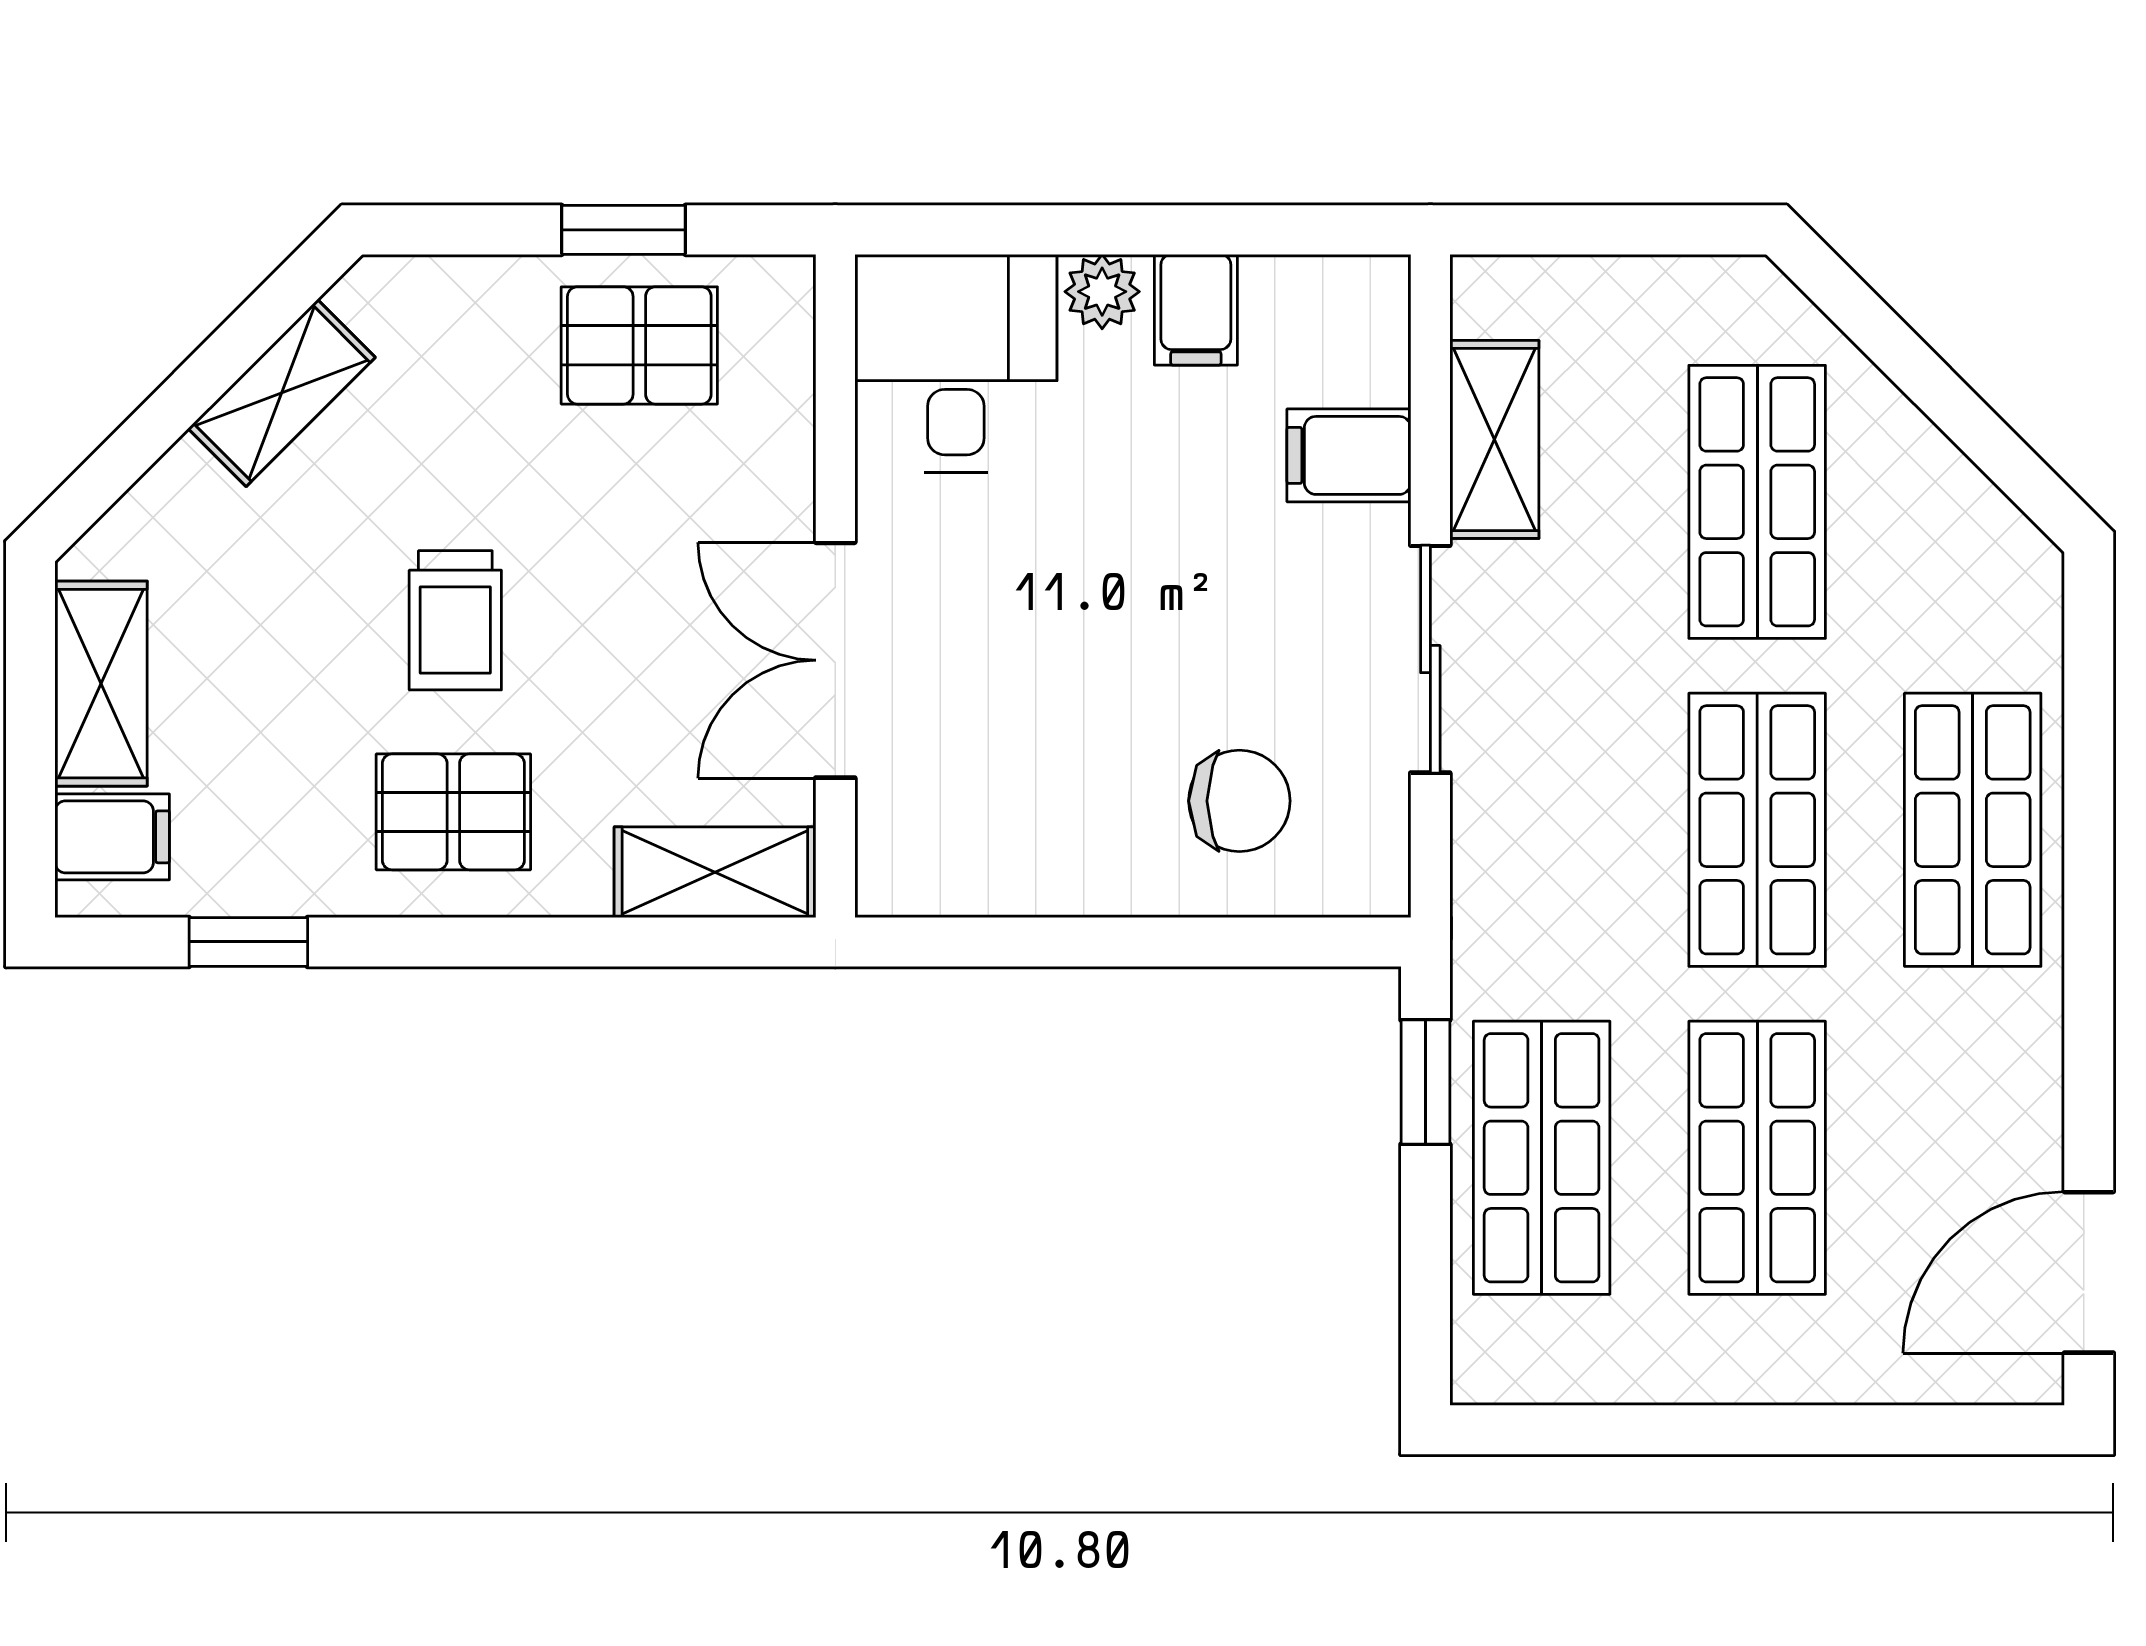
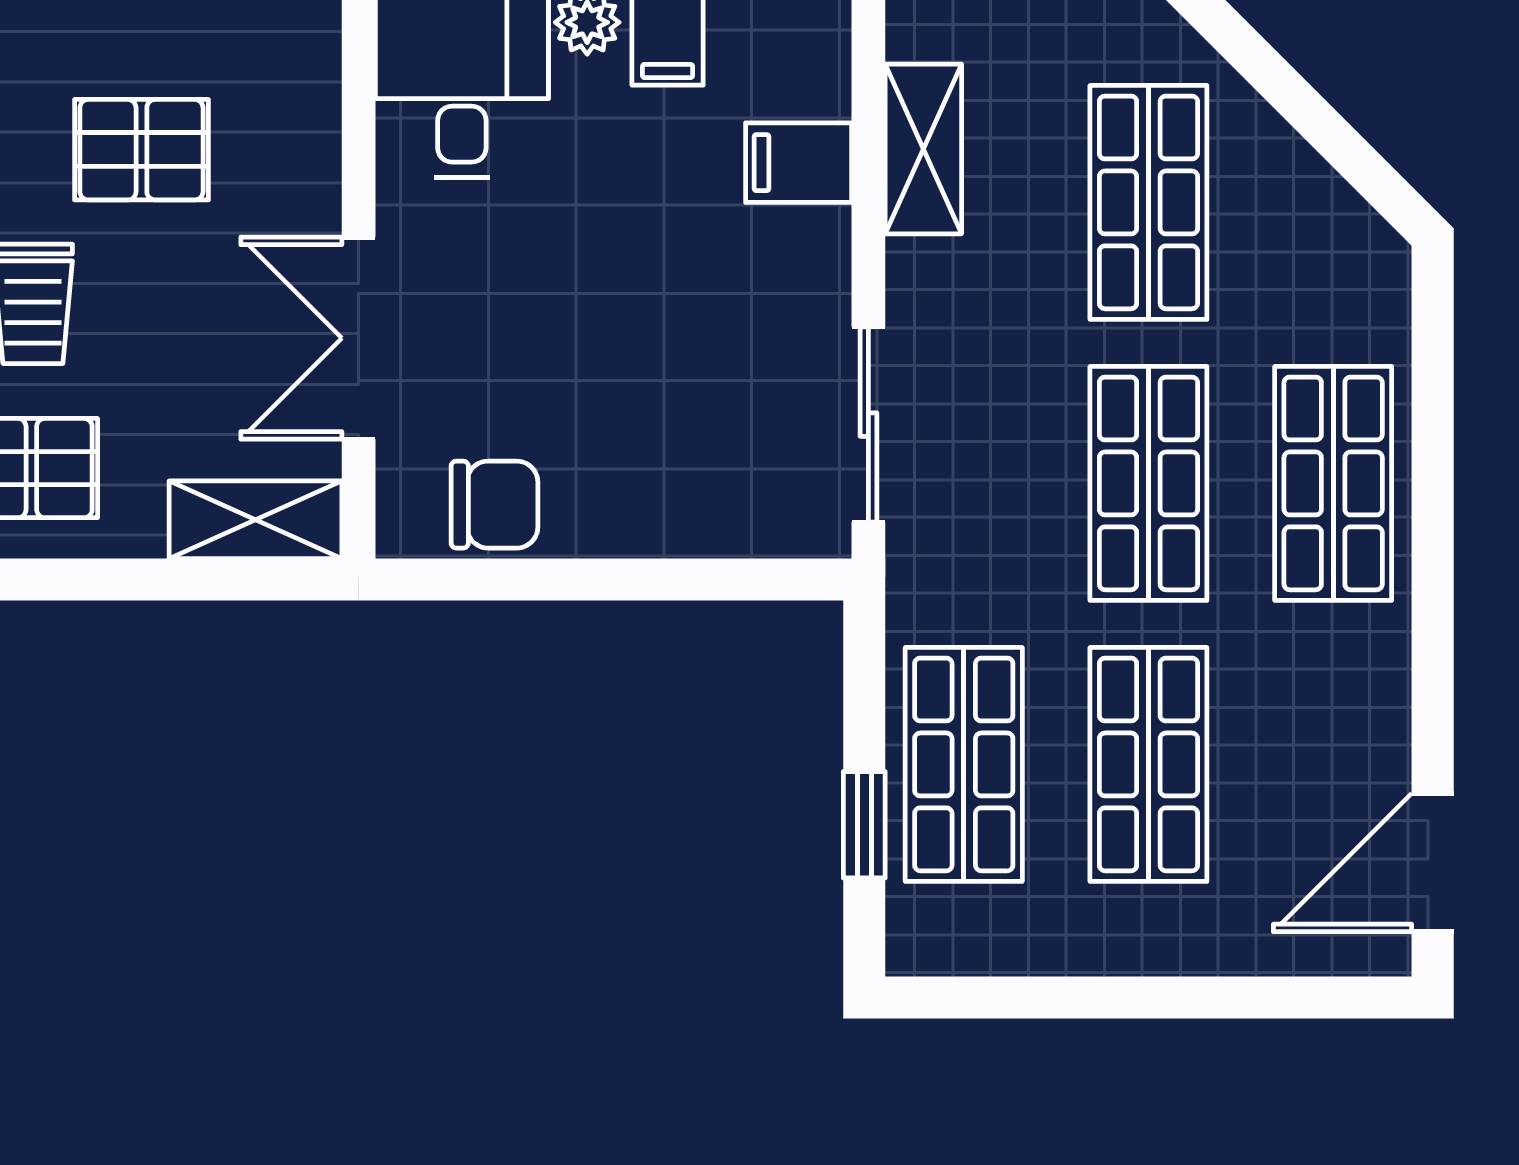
pallet: (639, 345) -> (141, 150), moved
sliding door: (1430, 659) -> (868, 425), moved
chair: (1239, 801) -> (495, 505), moved
window: (1425, 1082) -> (864, 825), moved

